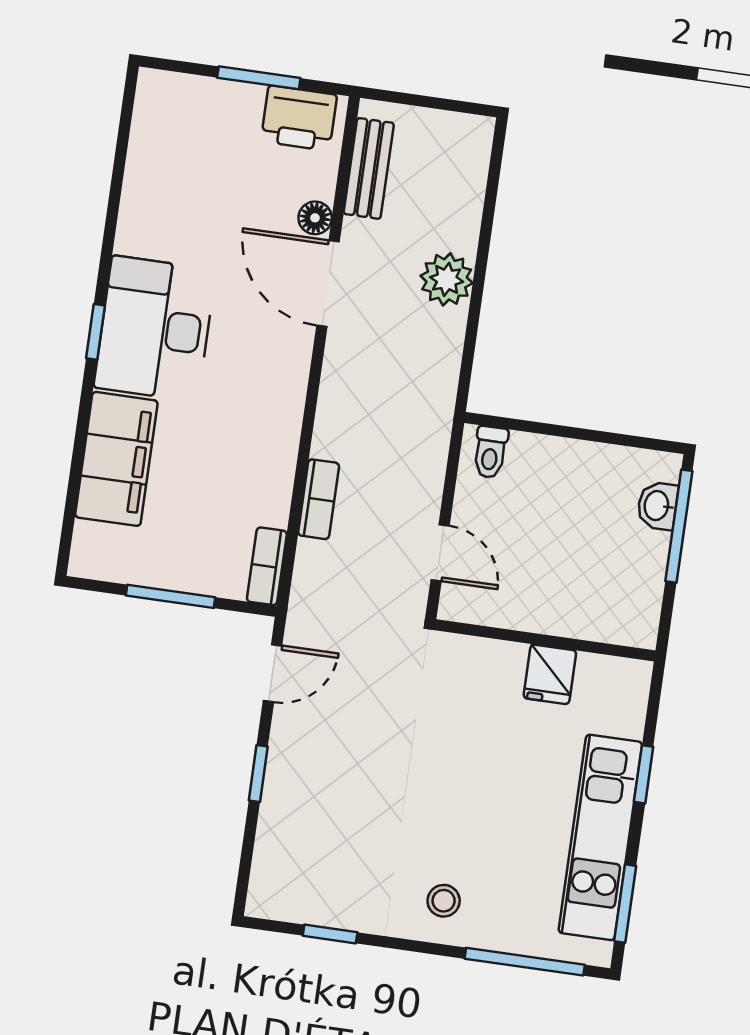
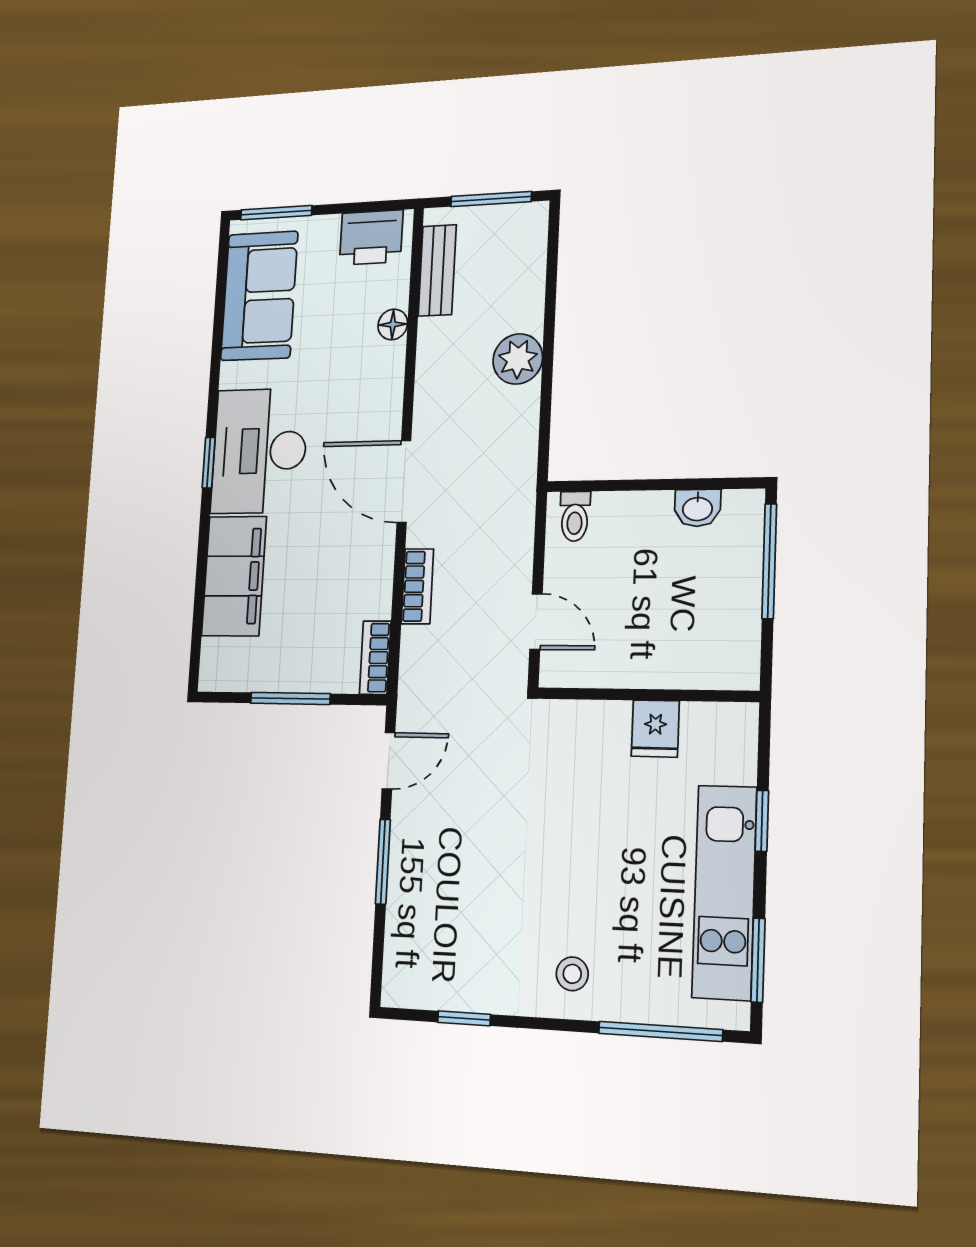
window: (259, 78) -> (276, 213), moved
window: (434, 103) -> (491, 199), added
sofa: (167, 158) -> (259, 296), added
door: (328, 284) -> (404, 481), moved
washbasin: (657, 506) -> (697, 508), moved, turned -90
window: (258, 774) -> (383, 862), width x1.50

